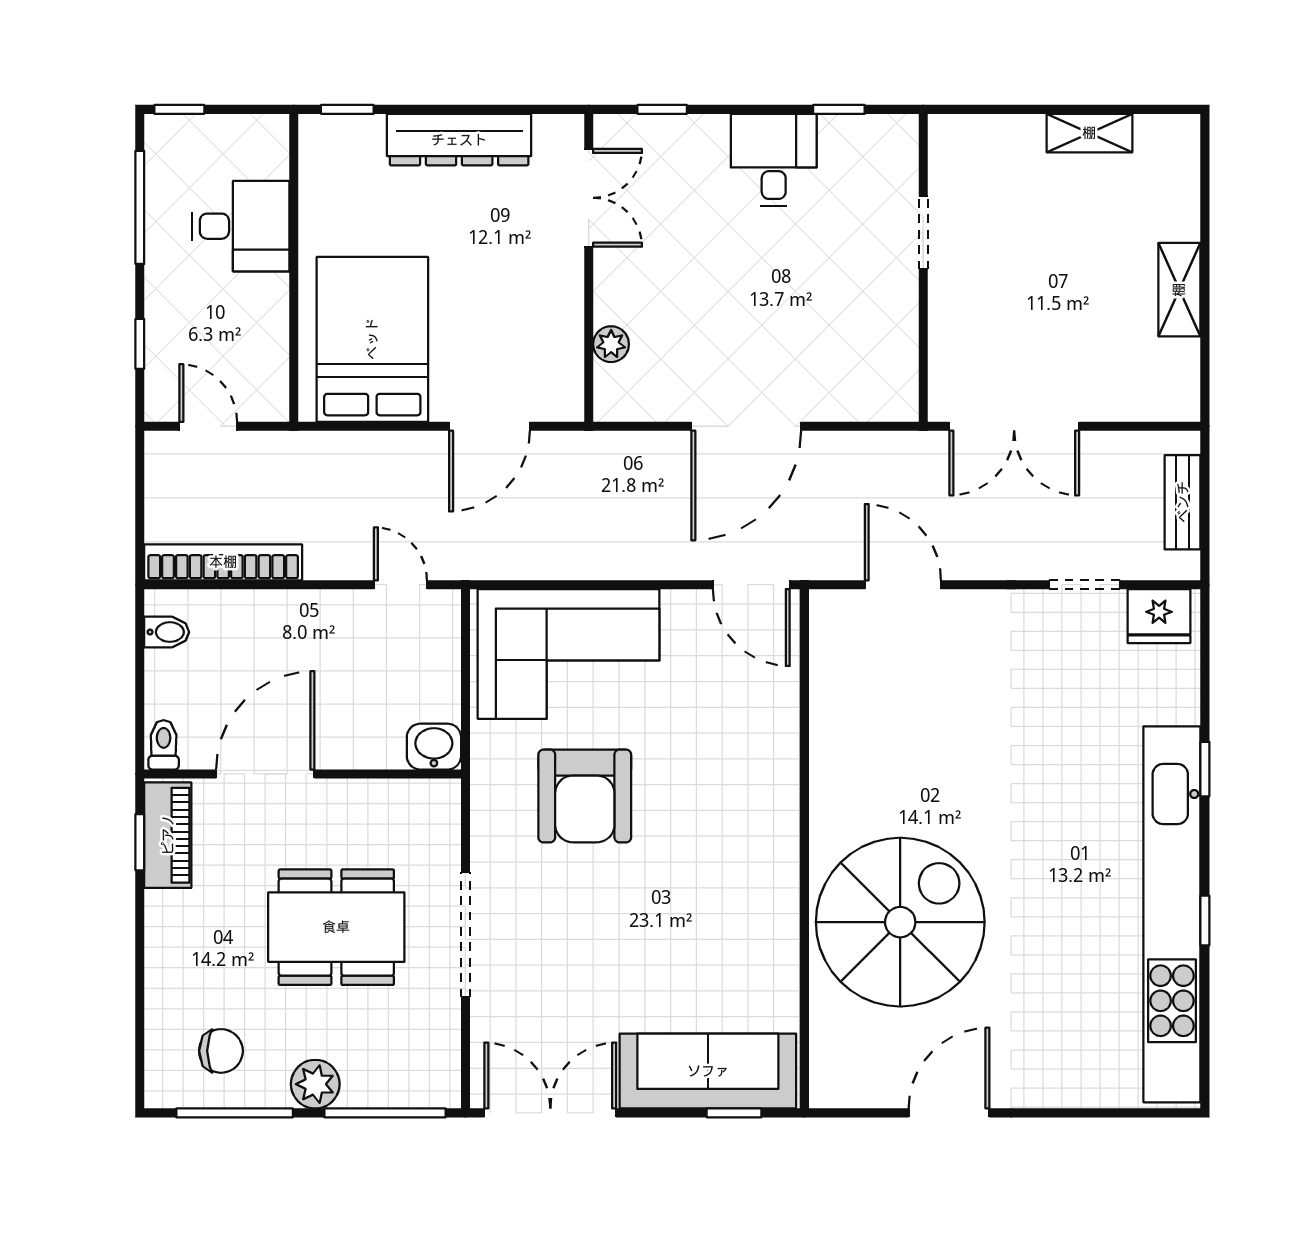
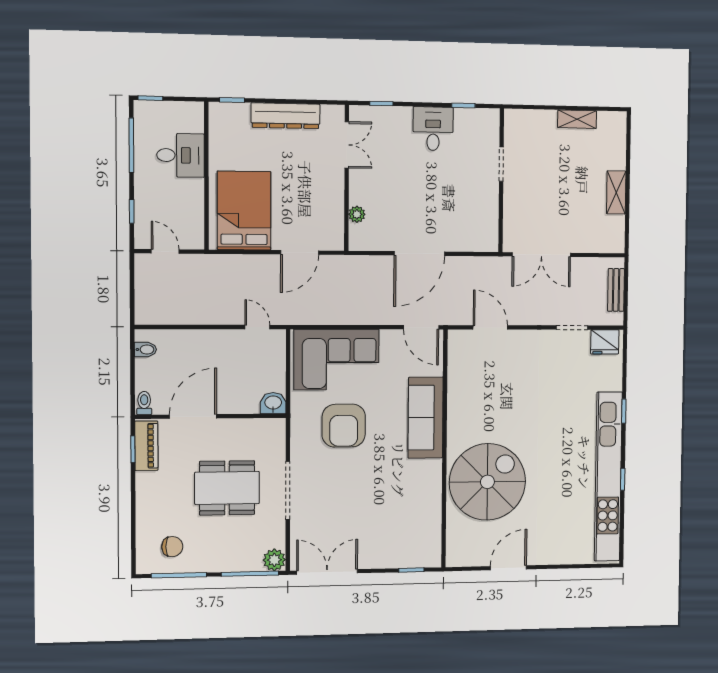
bookcase: (223, 562) -> (173, 316), removed
sofa: (708, 1071) -> (426, 418), moved, turned -90
plant: (315, 1084) -> (274, 560), moved

